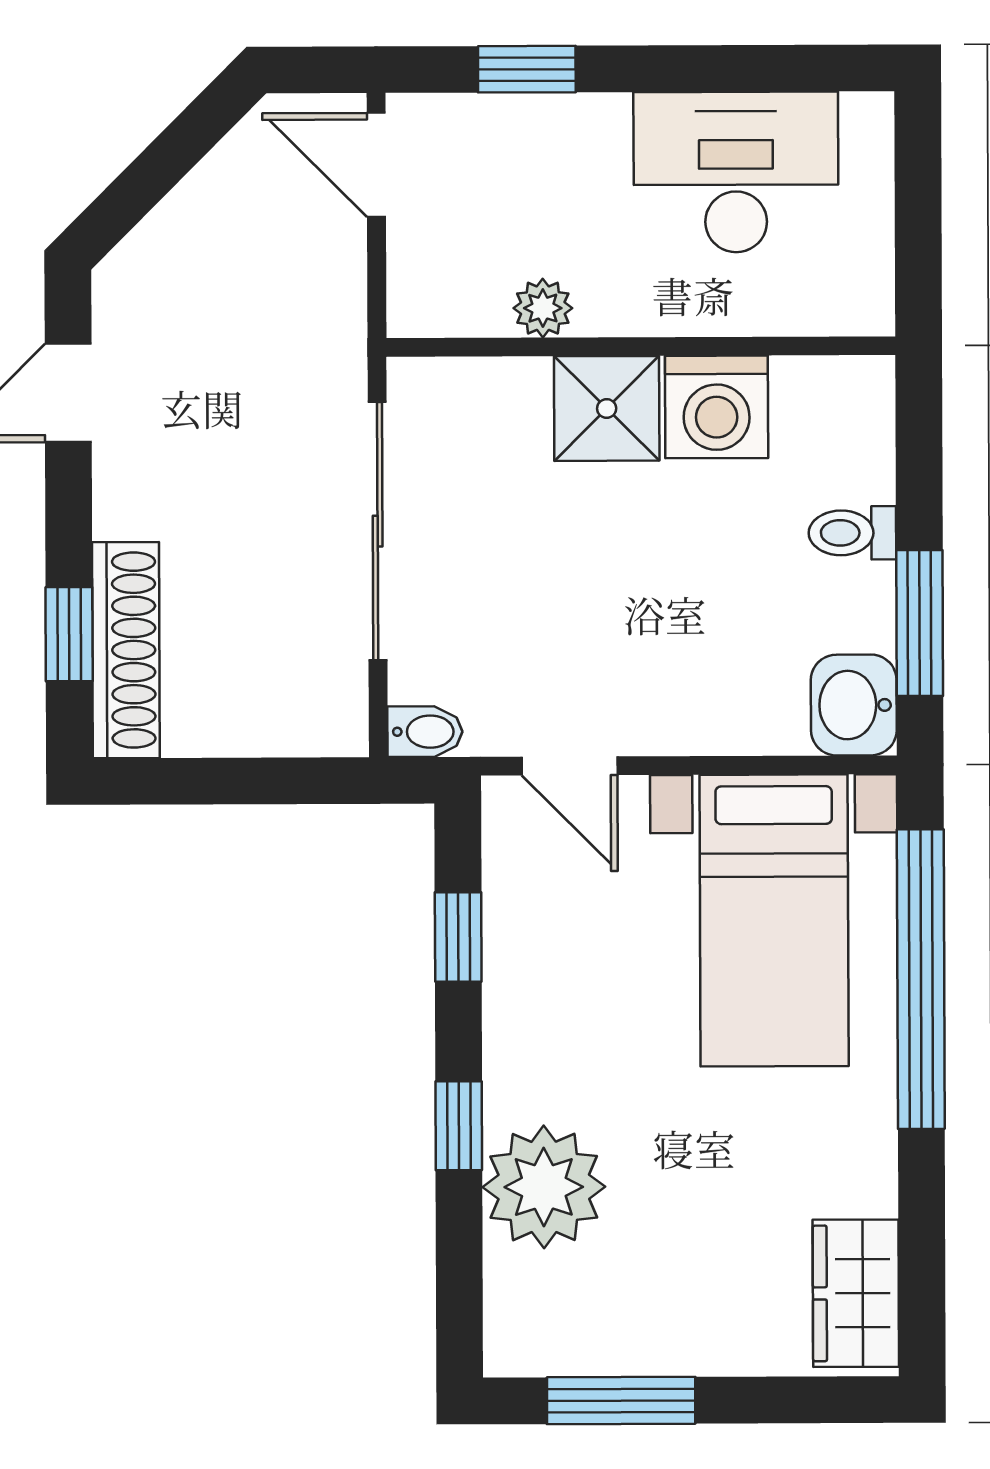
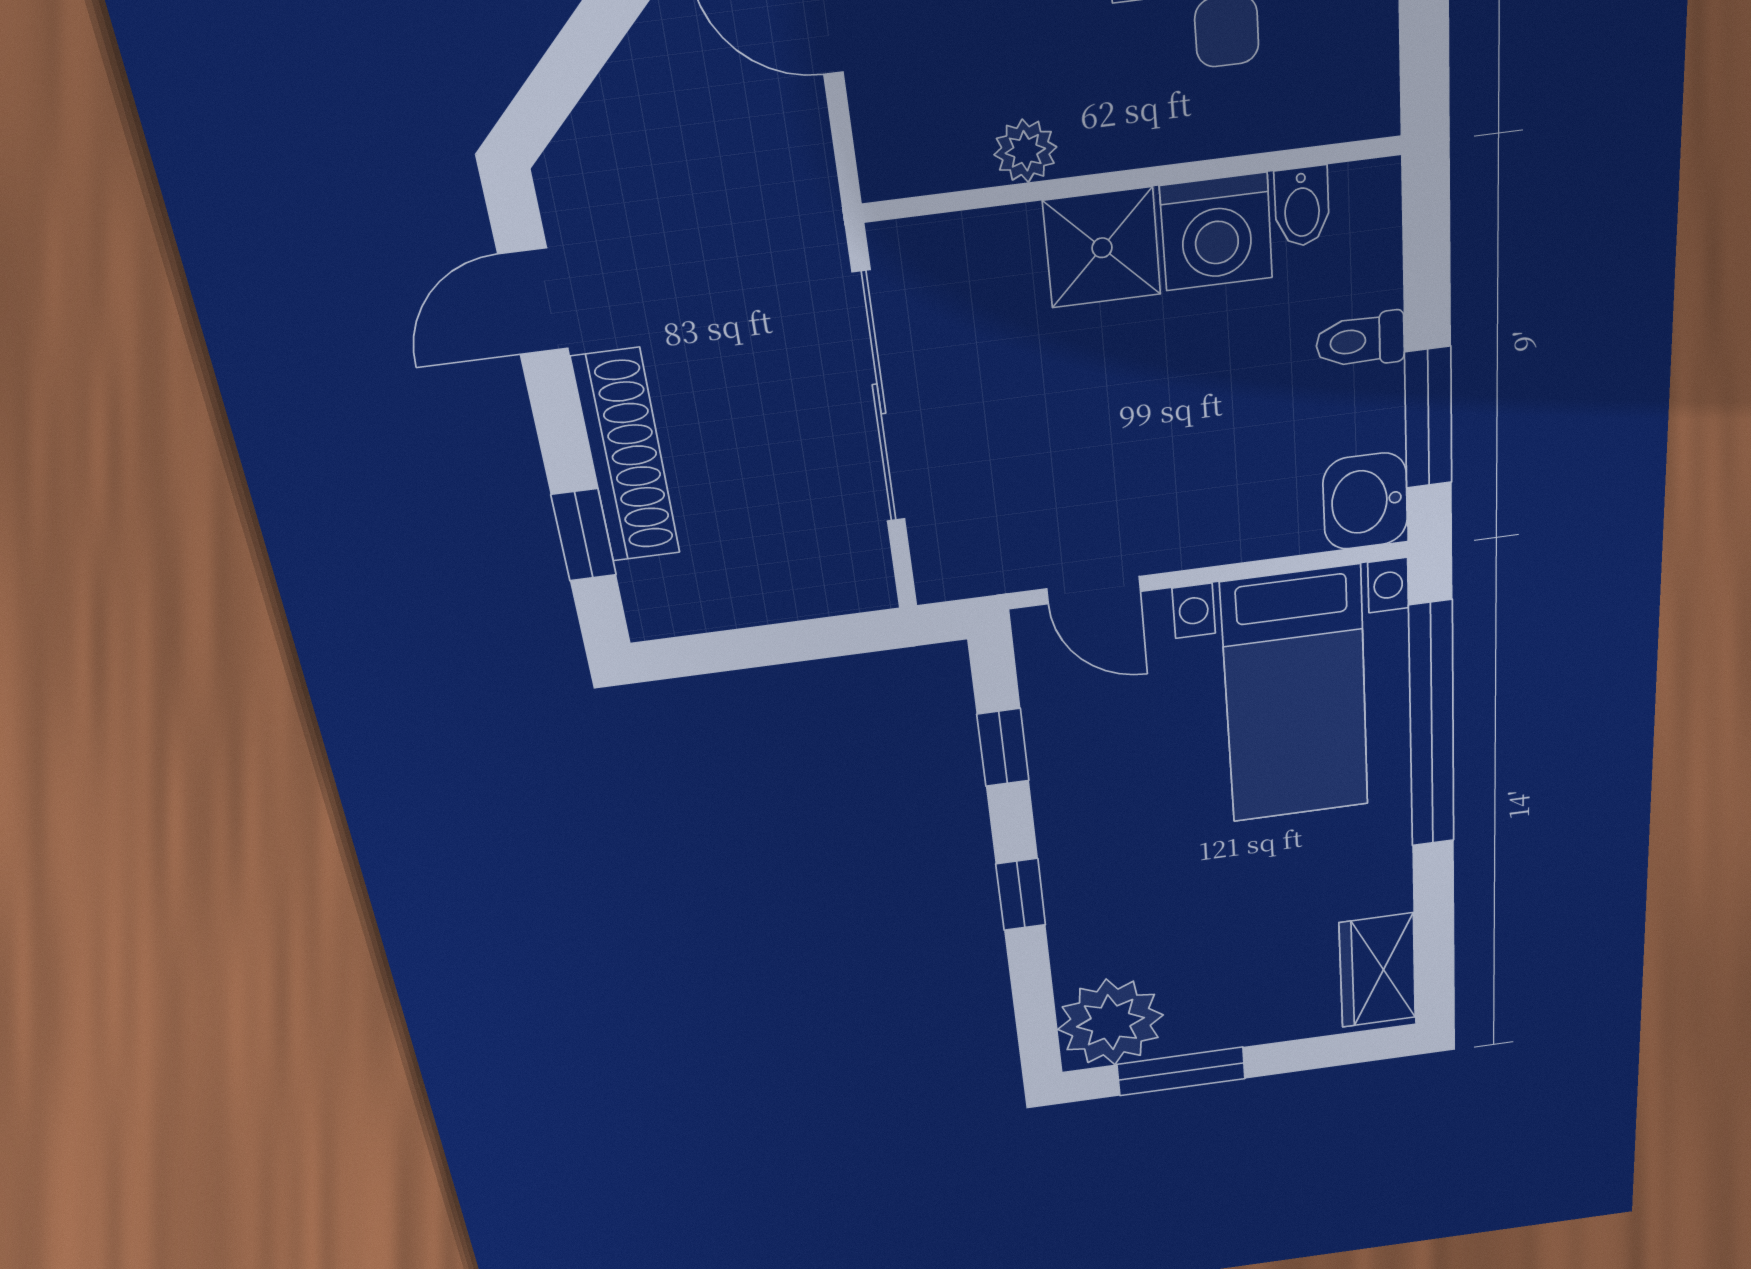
shoe rack: (126, 650) -> (626, 456), moved
bidet: (425, 732) -> (1302, 207), moved, turned 90
plant: (544, 1187) -> (1111, 1022), moved

